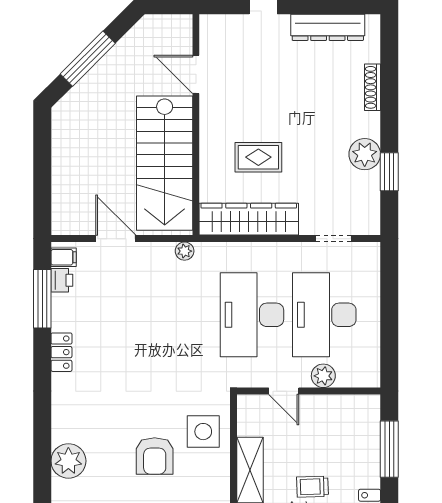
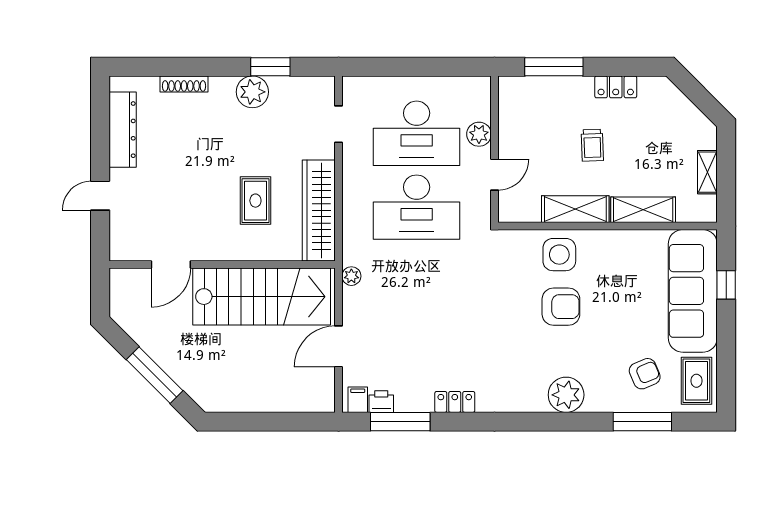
side table: (203, 432) -> (559, 255), moved

